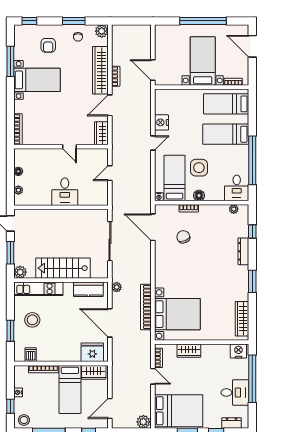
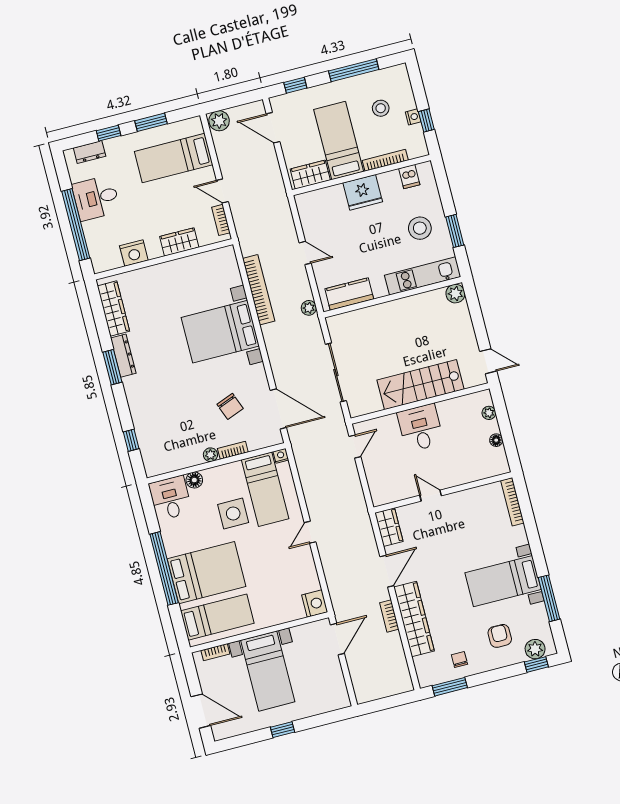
window: (74, 21) -> (450, 687), moved
window: (203, 21) -> (283, 730), width x0.32
plant: (102, 31) -> (535, 649), moved
door: (153, 70) -> (337, 639), hinge flipped
nightstand: (161, 122) -> (315, 603), moved
bed: (226, 134) -> (207, 573), width x1.50
window: (252, 160) -> (164, 568), moved
door: (110, 173) -> (355, 446), moved
floor lamp: (199, 196) -> (194, 480), moved
plant: (234, 209) -> (210, 455), moved
dresser: (243, 251) -> (123, 356), moved
window: (10, 253) -> (477, 318), removed
stairs: (63, 268) -> (420, 385), moved, turned 180
bed with nightstands: (177, 314) -> (220, 332), moved
door: (110, 323) -> (305, 253), width x0.53
window: (10, 331) -> (455, 231), moved
nightstand: (238, 351) -> (134, 253), moved
fridge: (92, 352) -> (363, 192), moved
window: (10, 406) -> (426, 121), moved
door: (110, 408) -> (273, 128), swing flipped
bed: (179, 411) -> (174, 158), width x0.67
stool: (24, 420) -> (381, 108), moved

